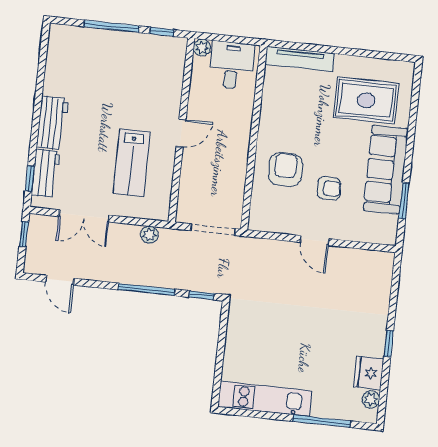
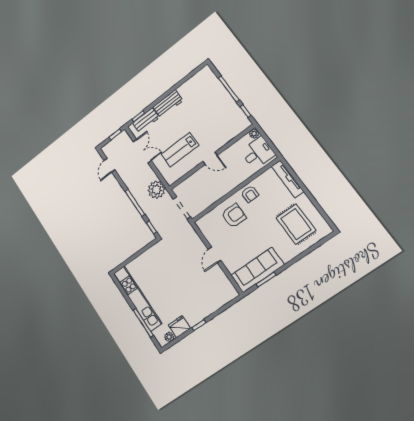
sofa: (386, 170) -> (257, 270), moved
armchair: (329, 188) -> (250, 194), moved
double door: (84, 216) -> (142, 151), swing flipped
plant: (149, 235) -> (156, 190), width x1.87, depth x1.87
kitchen unit: (265, 399) -> (137, 298), width x1.36

